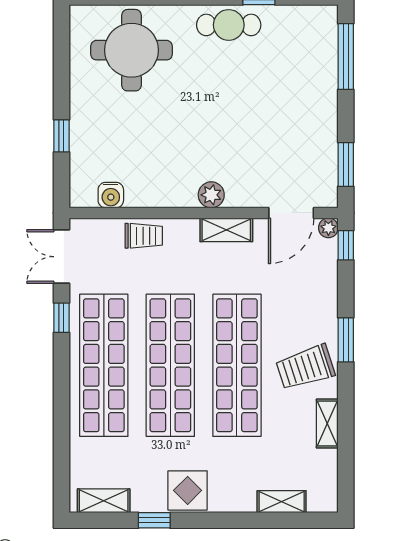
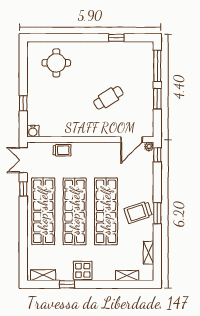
cafe table: (229, 25) -> (108, 98), moved, turned -32
round table: (132, 50) -> (56, 63), width x0.73, depth x0.73
window: (346, 165) -> (157, 99), moved
water cooler: (111, 195) -> (33, 131), moved
plant: (211, 195) -> (94, 131), removed
shelving: (226, 230) -> (101, 148), removed
window: (346, 340) -> (157, 213), moved
shelving: (327, 424) -> (149, 253), moved

